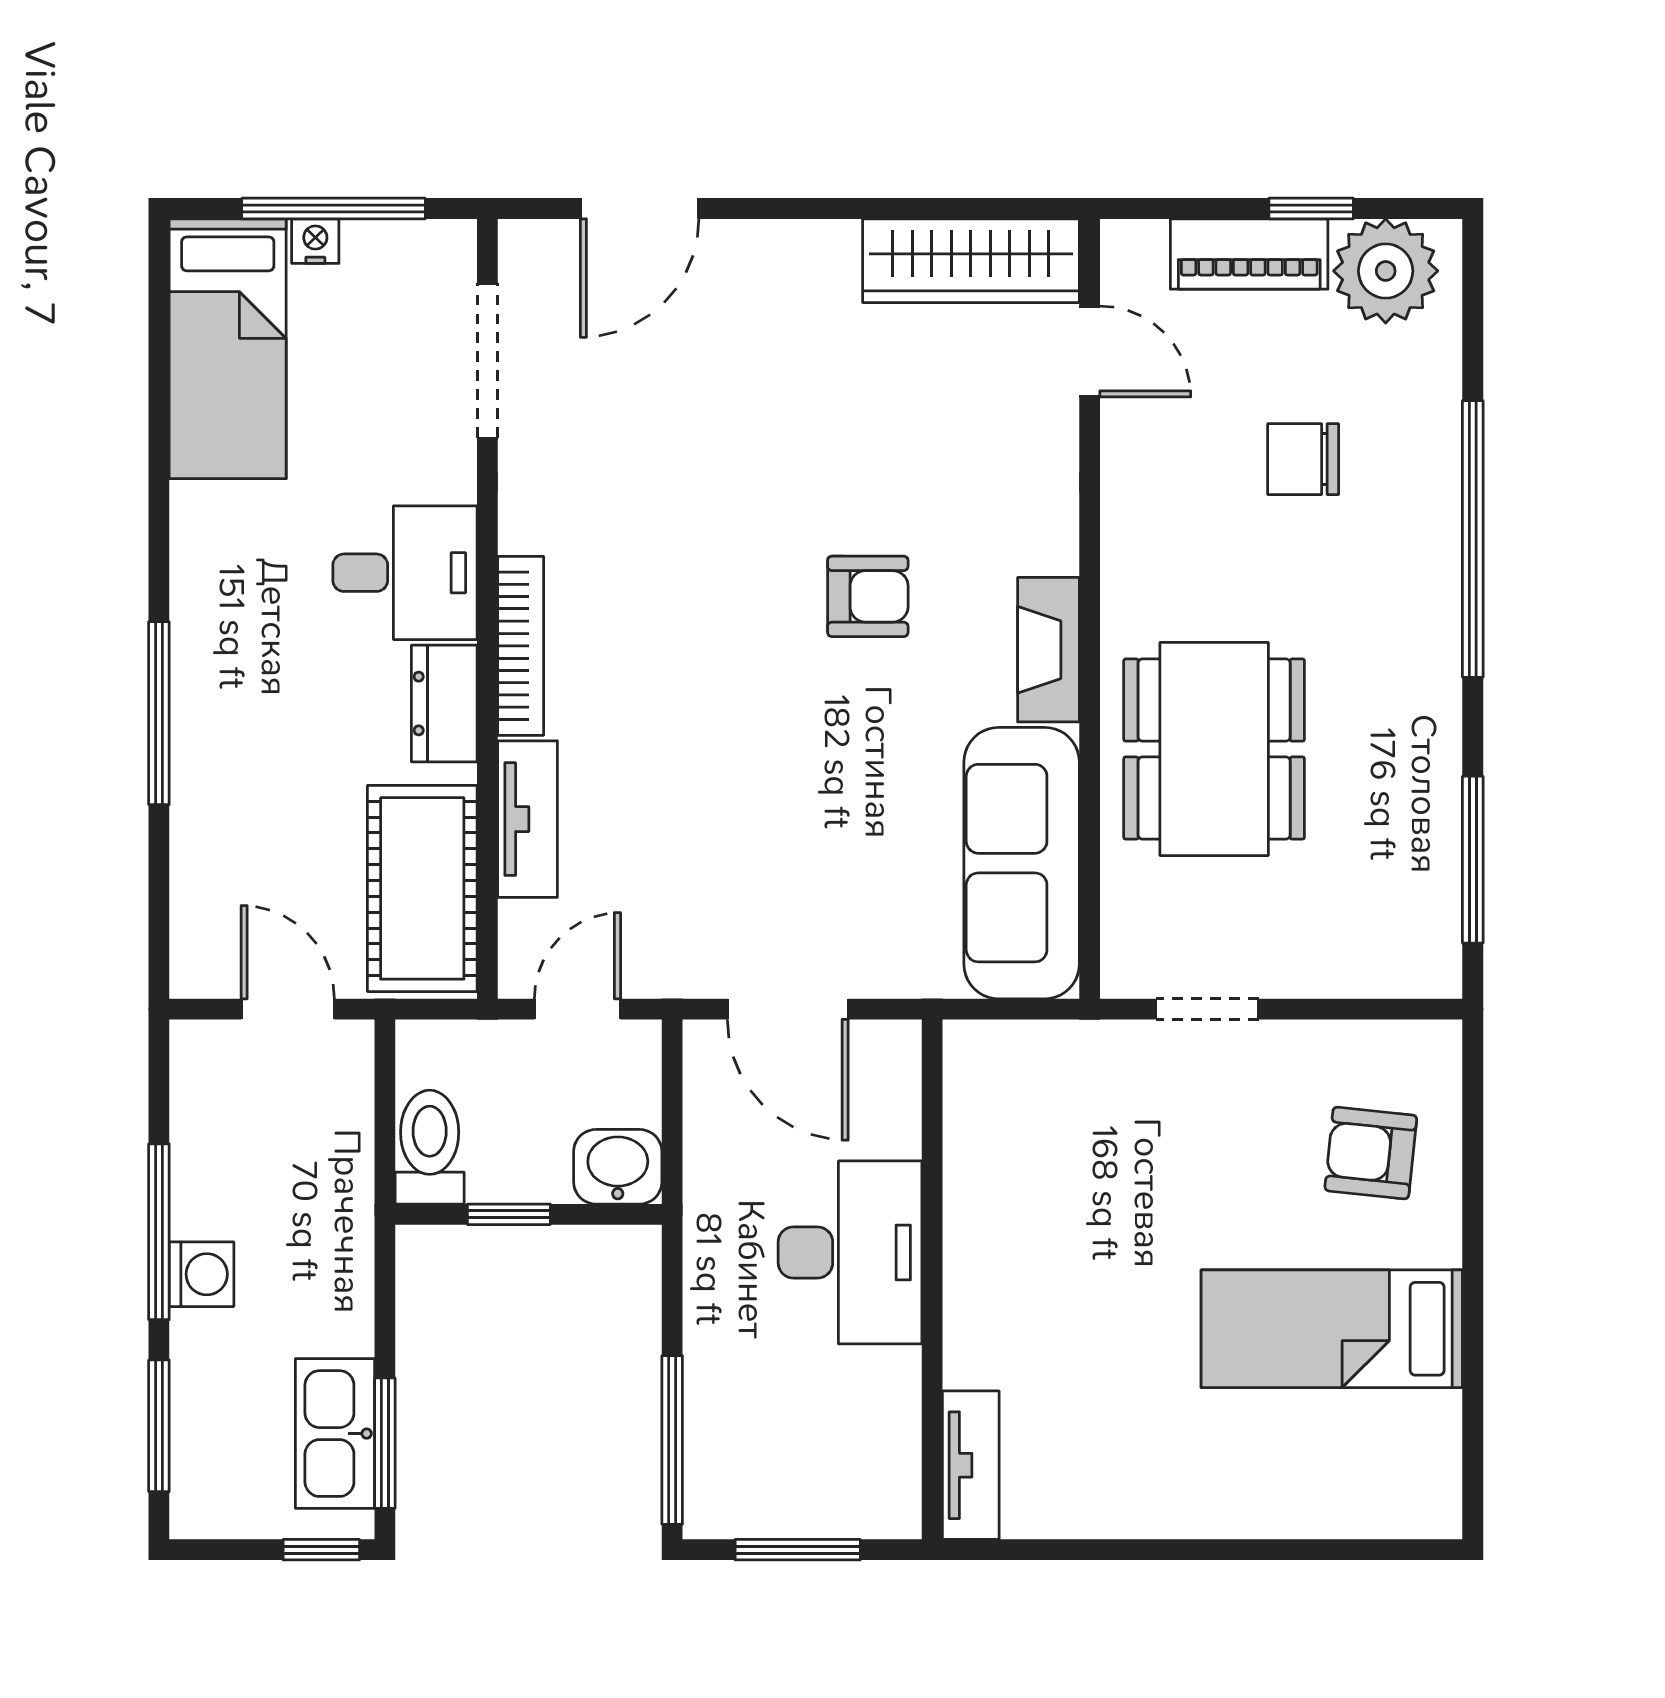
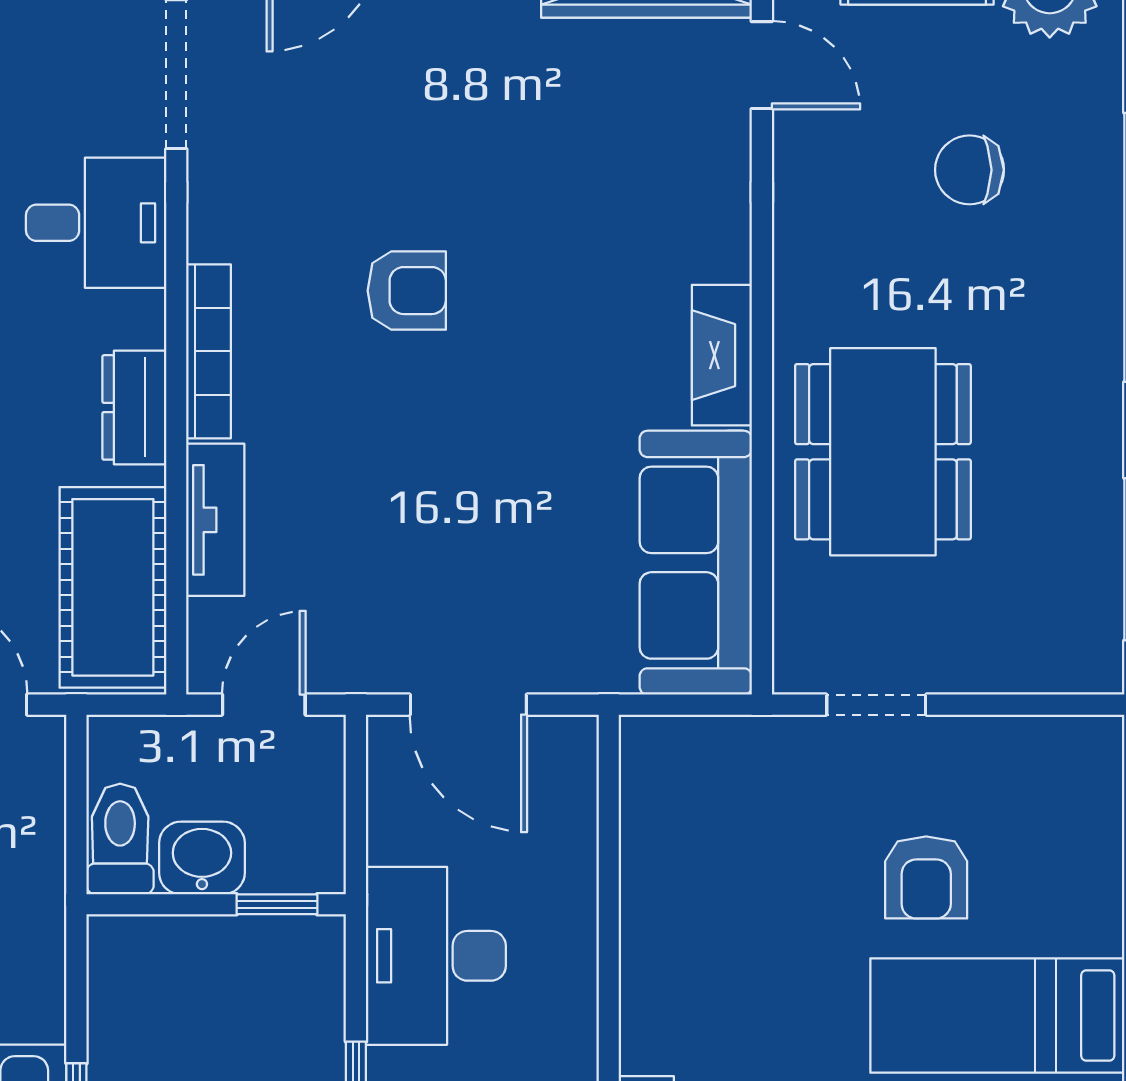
desk: (405, 573) -> (96, 223), moved
armchair: (868, 596) -> (407, 291), moved
armchair: (1371, 1153) -> (926, 877), moved, turned -96
washbasin: (618, 1167) -> (202, 858), moved
window: (509, 1214) -> (277, 904), moved
desk: (850, 1252) -> (436, 956), moved, turned 180

